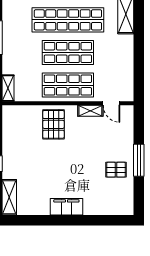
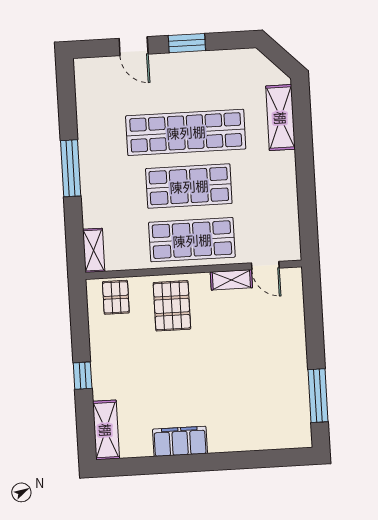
window: (139, 160) -> (318, 396), moved
pallet: (116, 170) -> (116, 297), moved, turned 90
filing cabinet: (66, 207) -> (180, 441), moved

